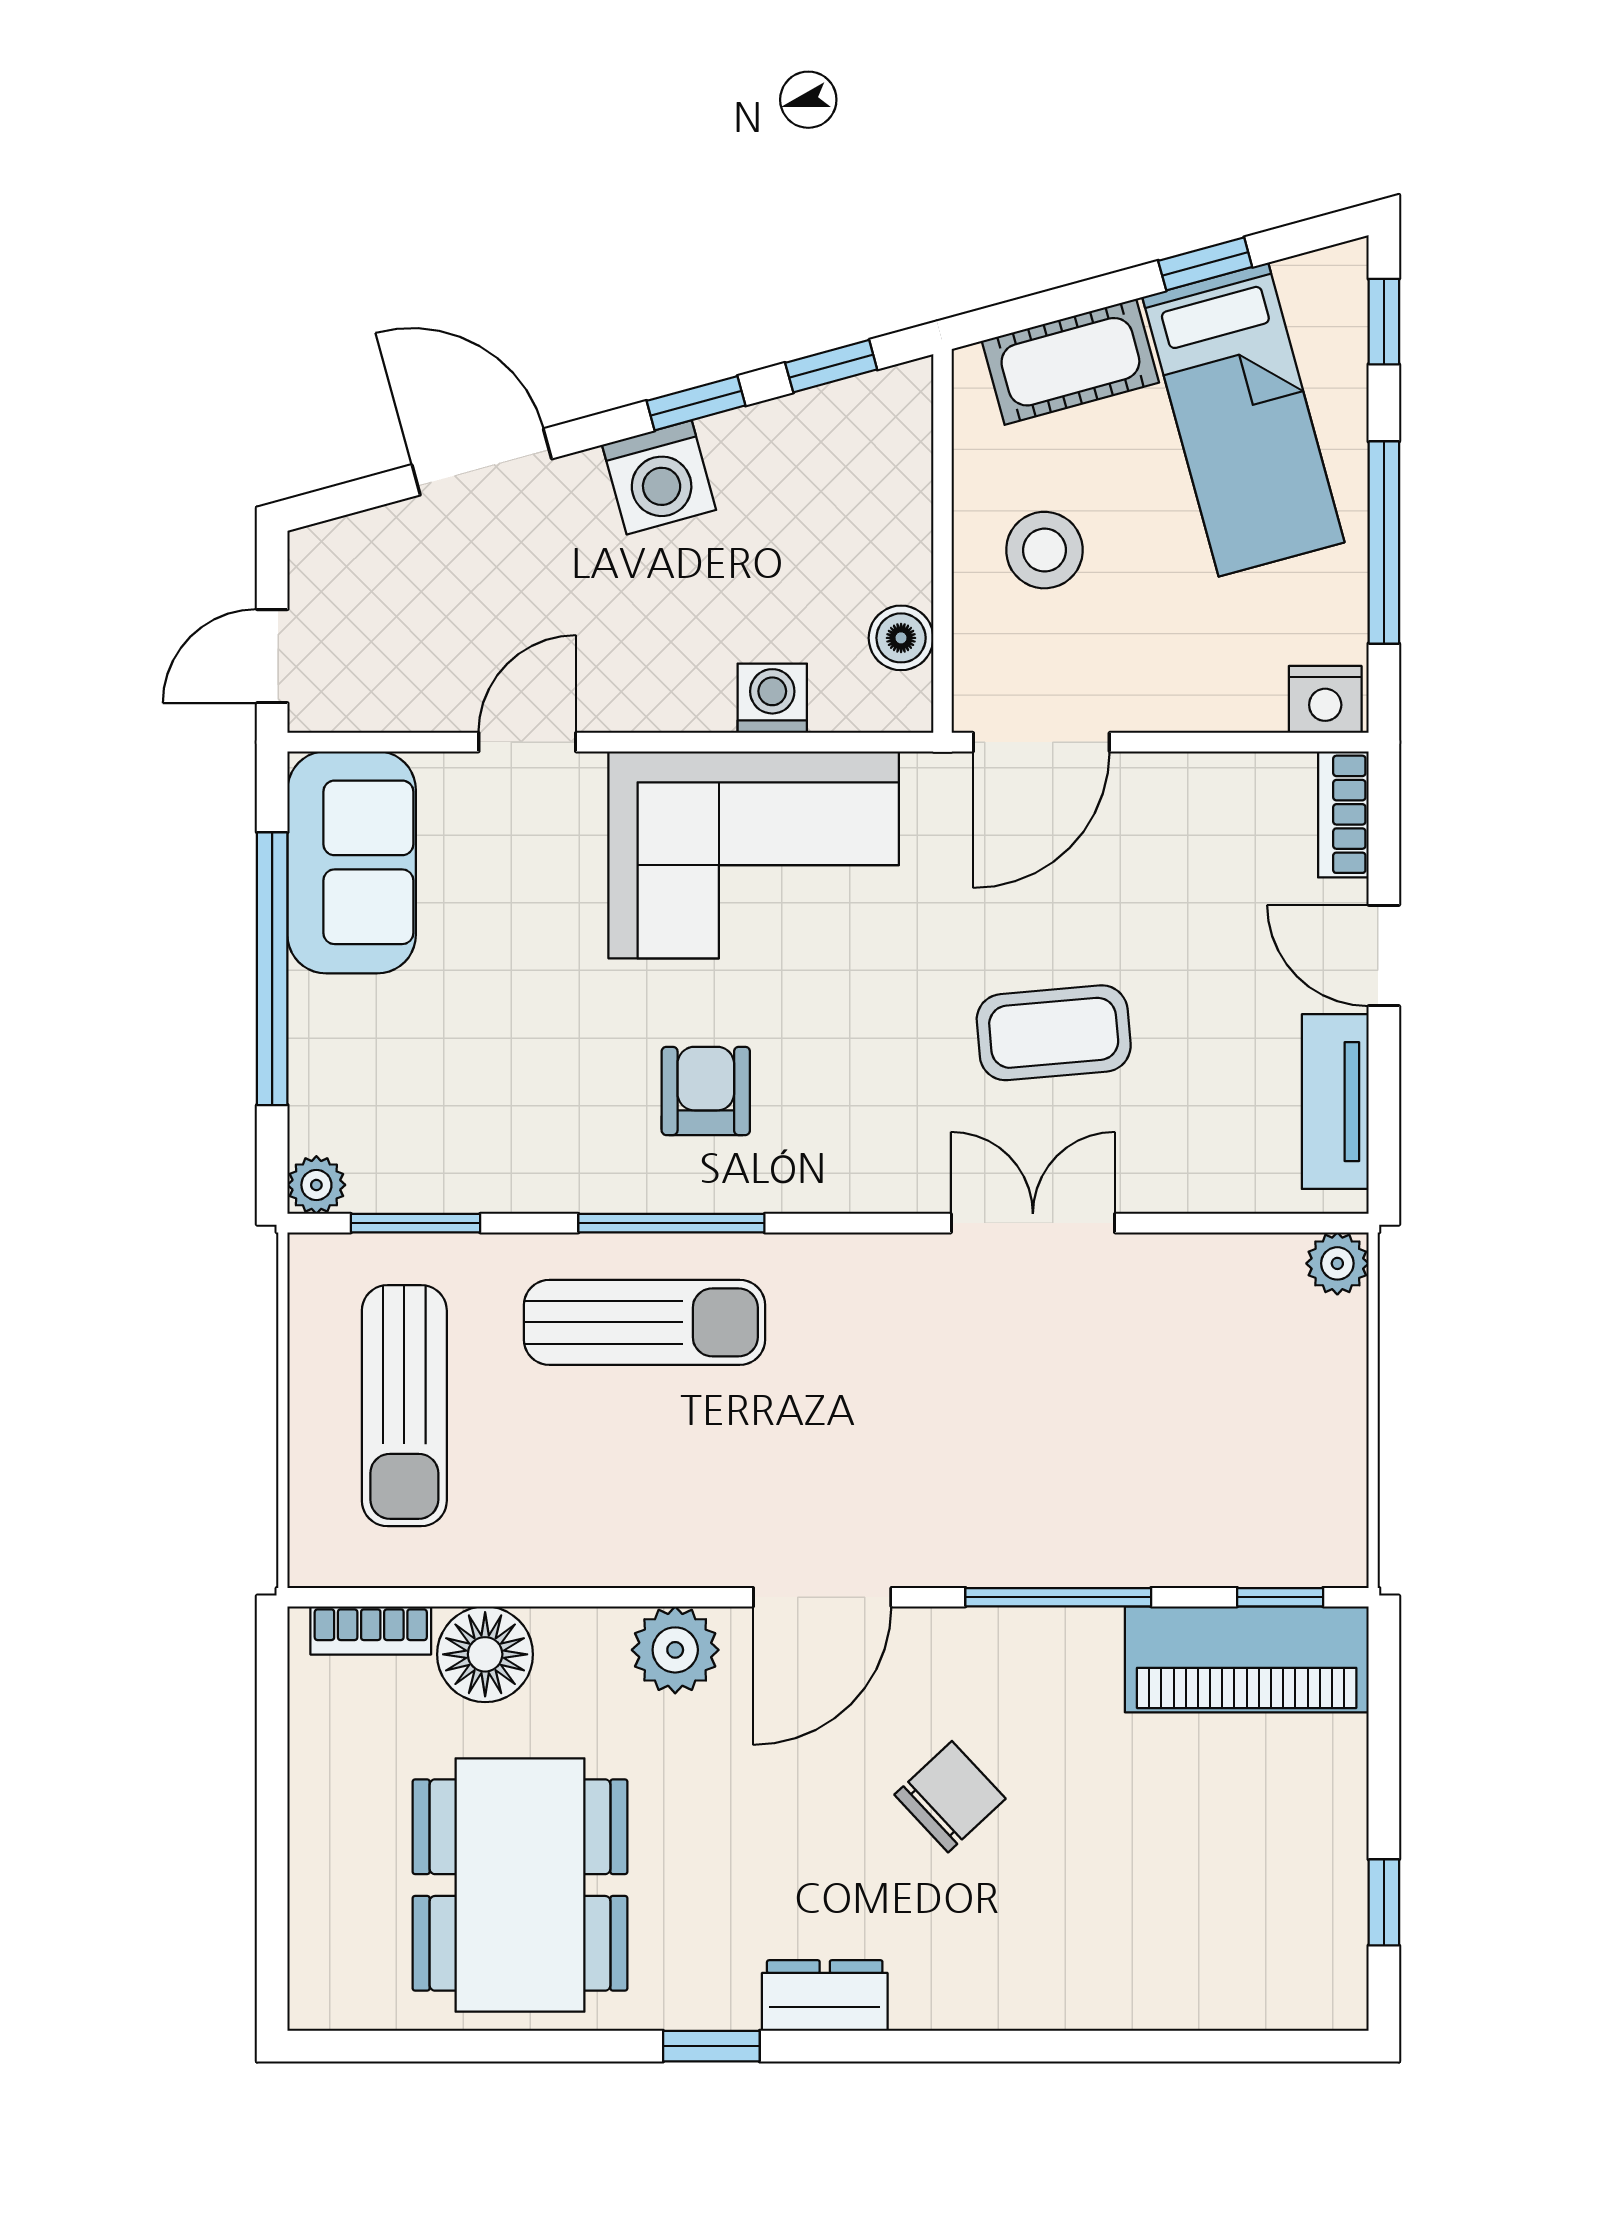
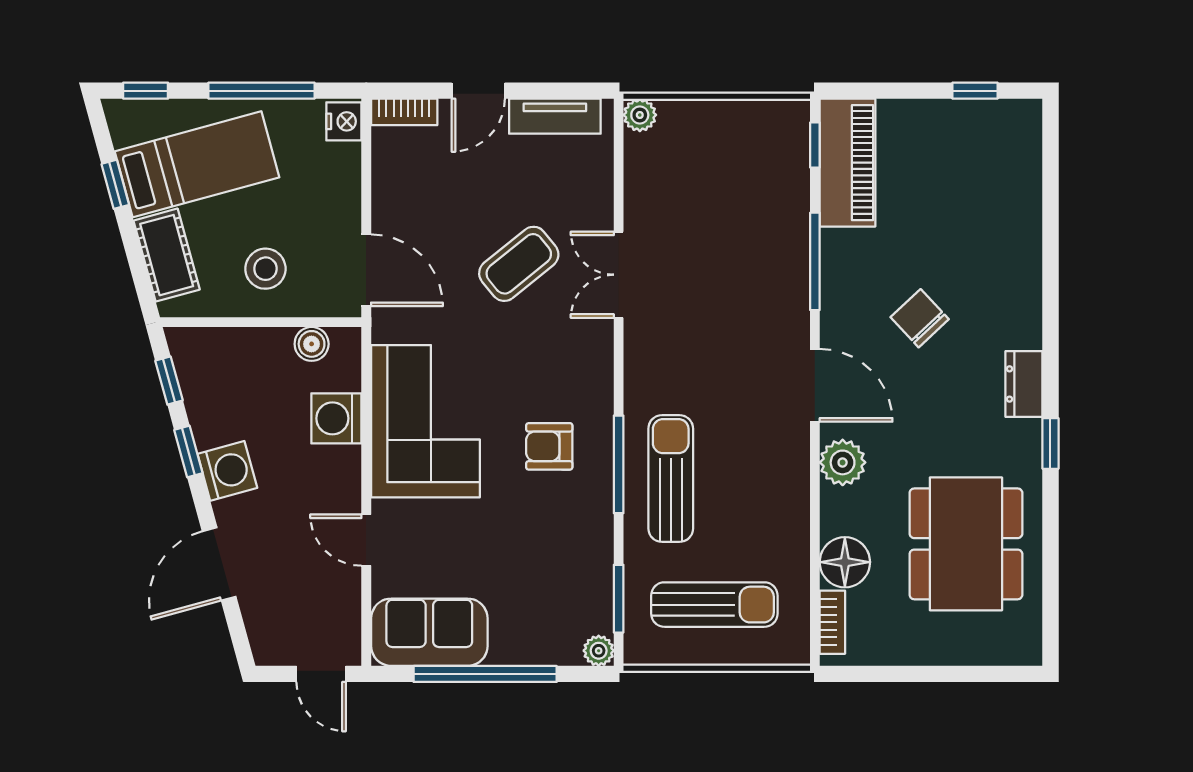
washing machine: (772, 698) -> (336, 418), width x1.38, depth x1.38
coffee table: (1054, 1033) -> (519, 264), turned 56
dining table: (520, 1885) -> (966, 544), turned 90

